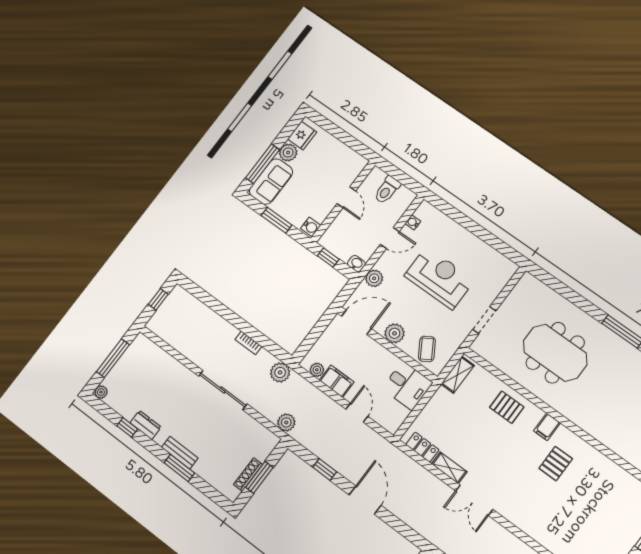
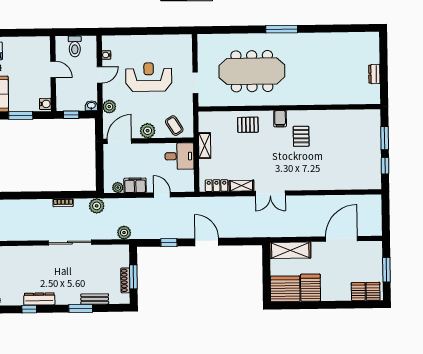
meeting table: (555, 353) -> (252, 71), width x1.36
shelving: (458, 375) -> (205, 146), moved
dresser: (146, 425) -> (39, 299), width x1.44
bench: (180, 453) -> (95, 299), moved

